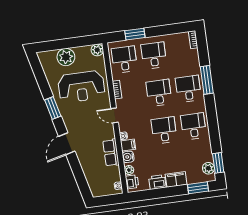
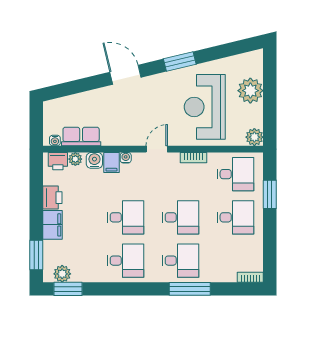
row of seats: (111, 153) -> (81, 136), moved

